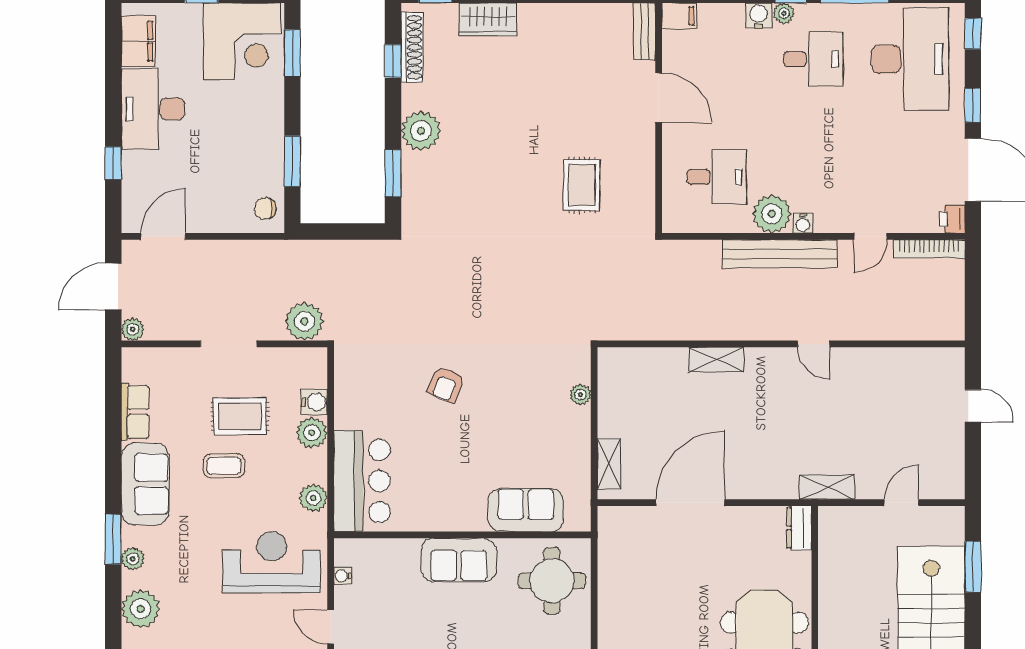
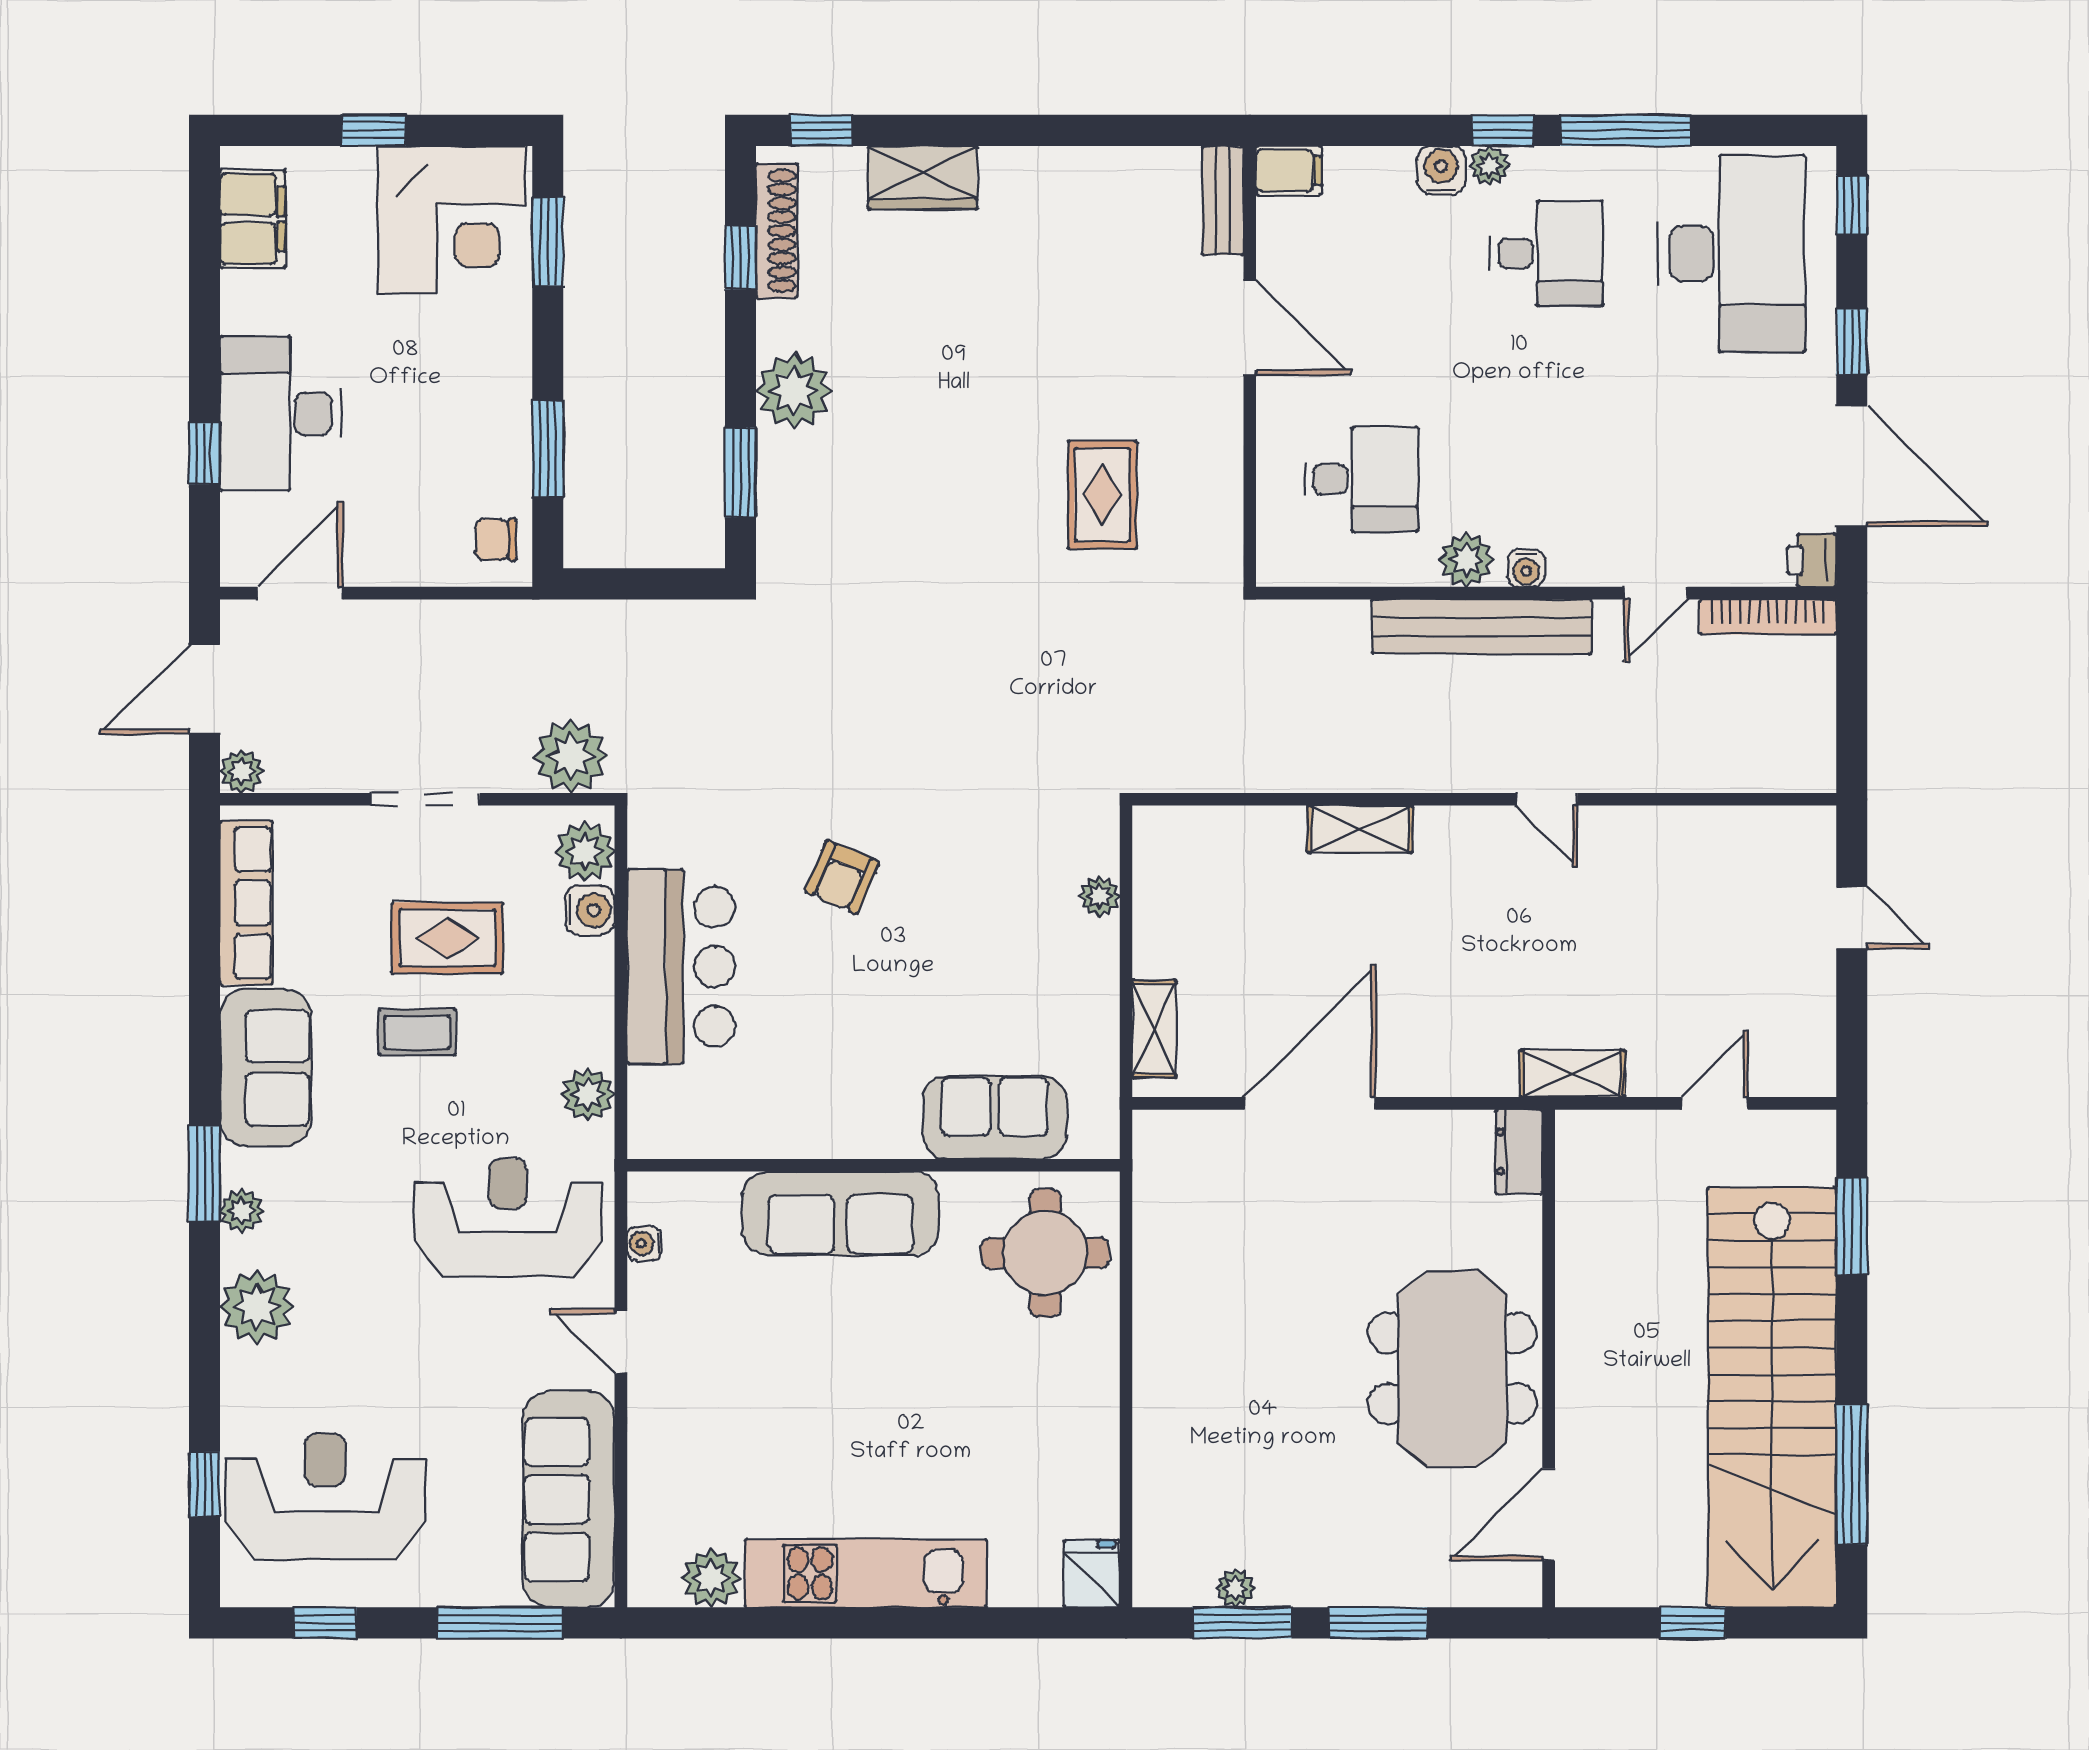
desk: (153, 109) -> (280, 414), moved
plant: (772, 214) -> (1466, 560), width x0.73, depth x0.73
row of seats: (135, 412) -> (246, 903), width x1.48
plant: (312, 433) -> (585, 851), moved
bar counter: (362, 481) -> (681, 967), moved
sofa: (459, 560) -> (841, 1213), width x1.36

